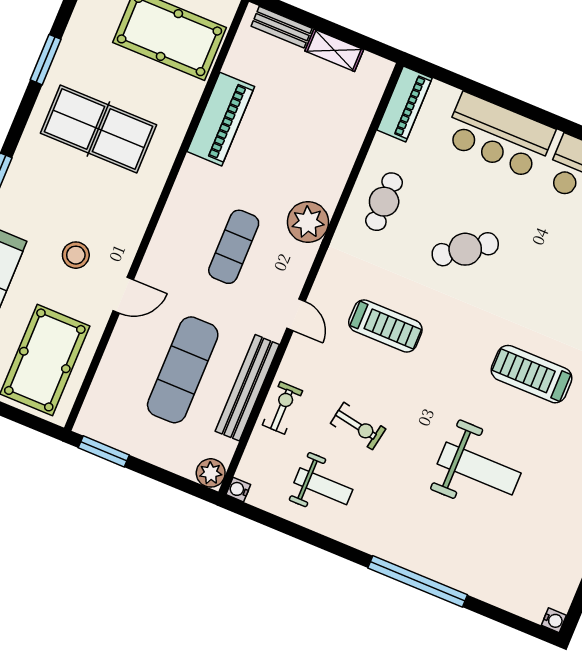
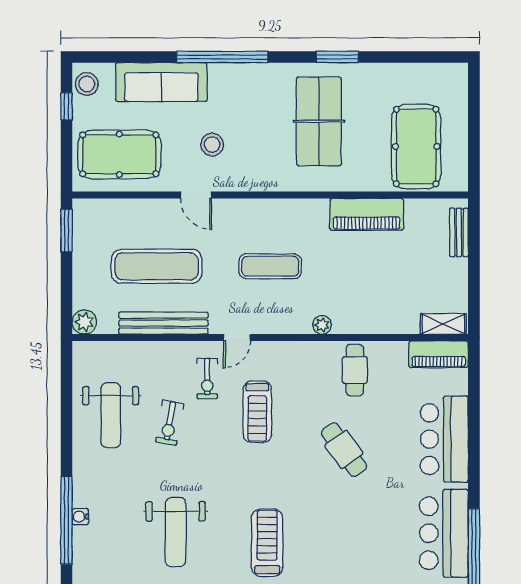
shelving: (334, 50) -> (443, 324), moved, turned 90
window: (46, 60) -> (337, 57), moved
cafe table: (384, 202) -> (355, 370), turned 90
plant: (308, 222) -> (322, 325), width x0.53, depth x0.53
exercise bike: (282, 408) -> (207, 378), moved, turned 90
weight bench: (323, 486) -> (111, 415), width x1.36, depth x1.33
water cooler: (238, 490) -> (80, 517), moved, turned -90

